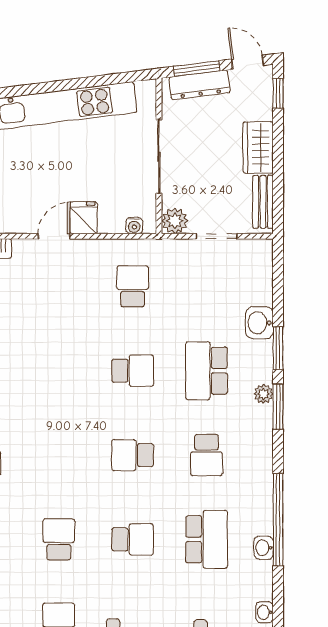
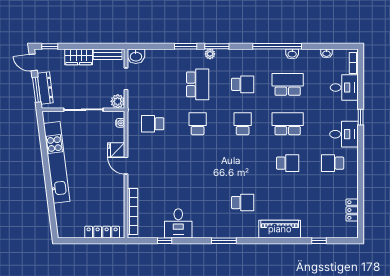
door: (248, 62) -> (33, 62), hinge flipped
washbasin: (259, 323) -> (136, 56), moved
school desk: (206, 371) -> (198, 84), turned -90
school desk: (133, 455) -> (243, 124), turned 180
school desk: (59, 539) -> (288, 163), turned 180
school desk: (133, 539) -> (288, 124), width x1.85

